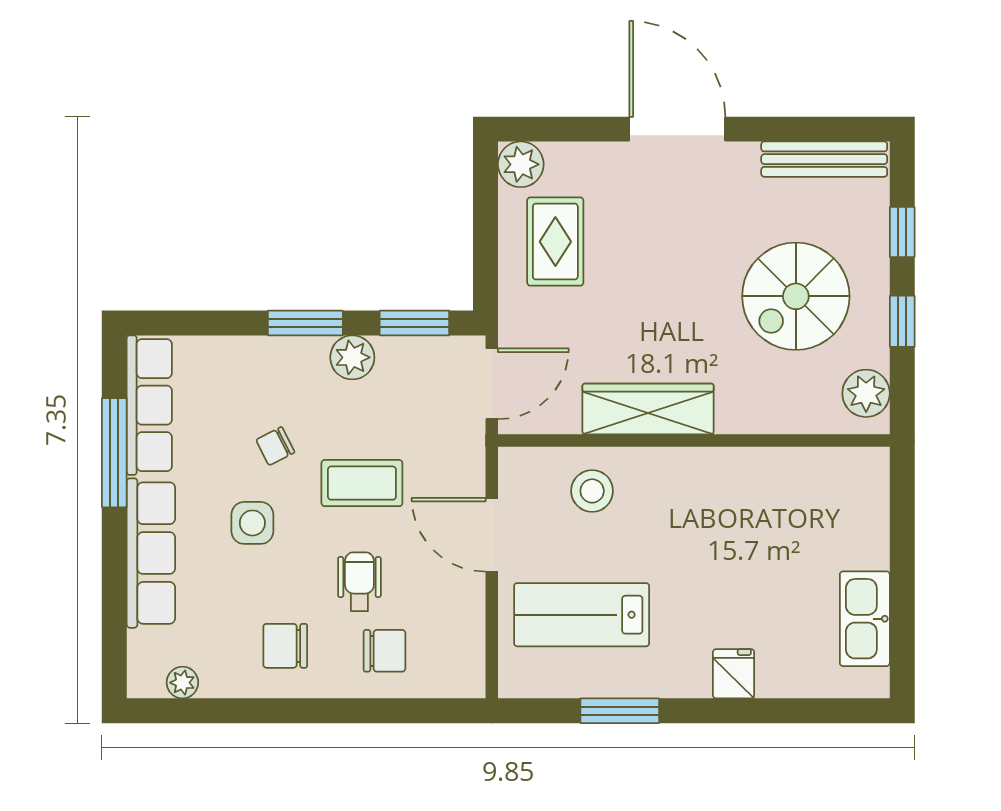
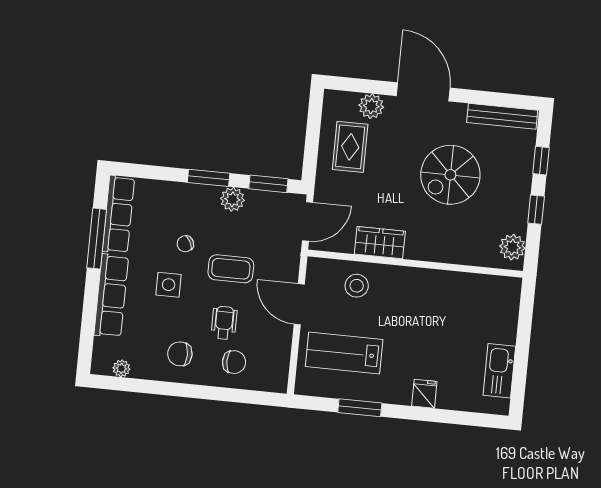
plant: (521, 164) -> (371, 106), moved
spiral stairs: (796, 296) -> (450, 175), moved
wardrobe: (648, 409) -> (380, 243), width x0.67

